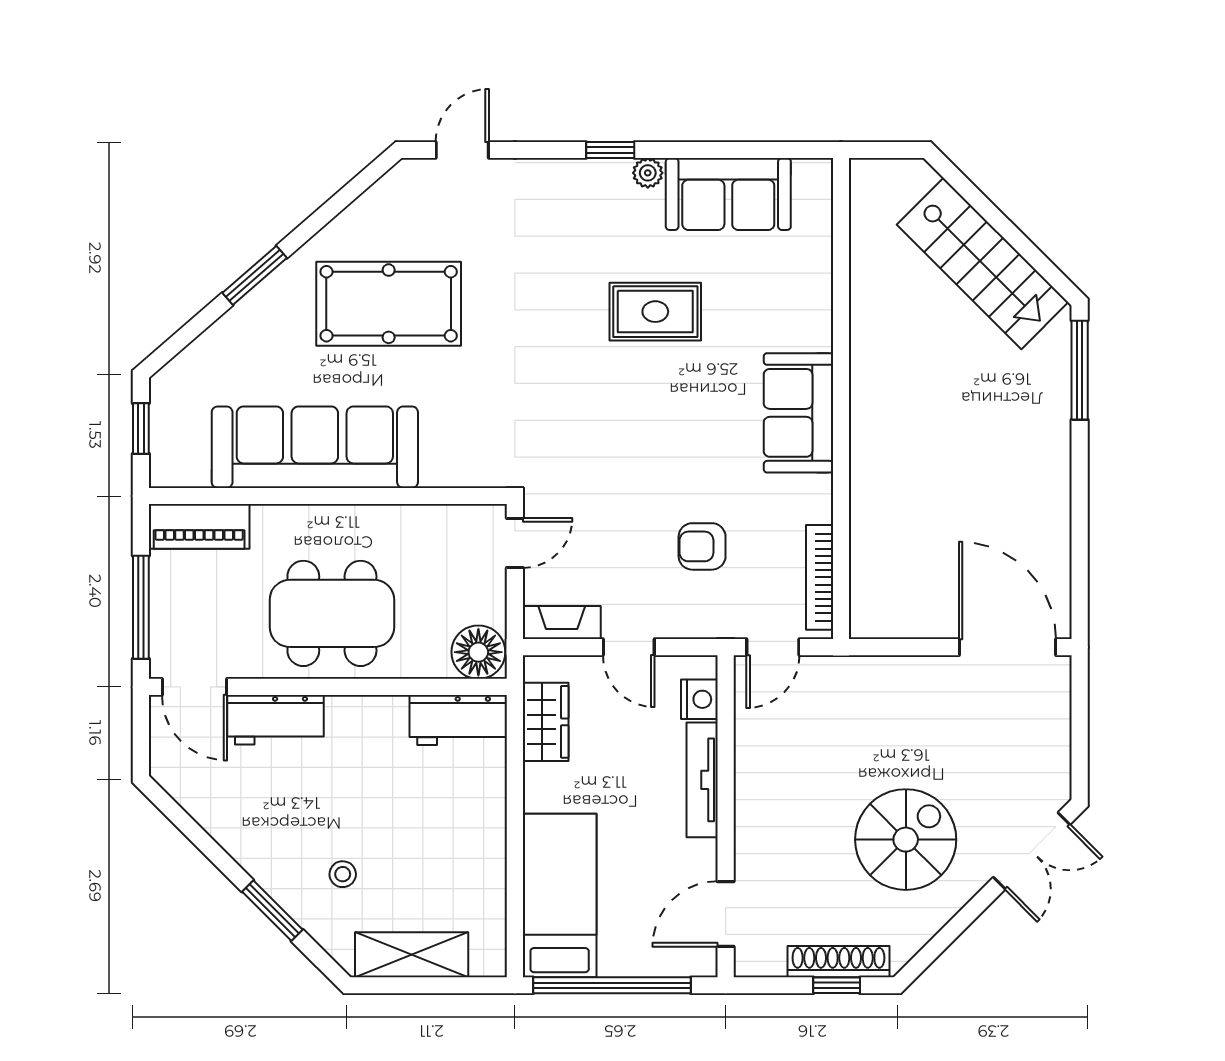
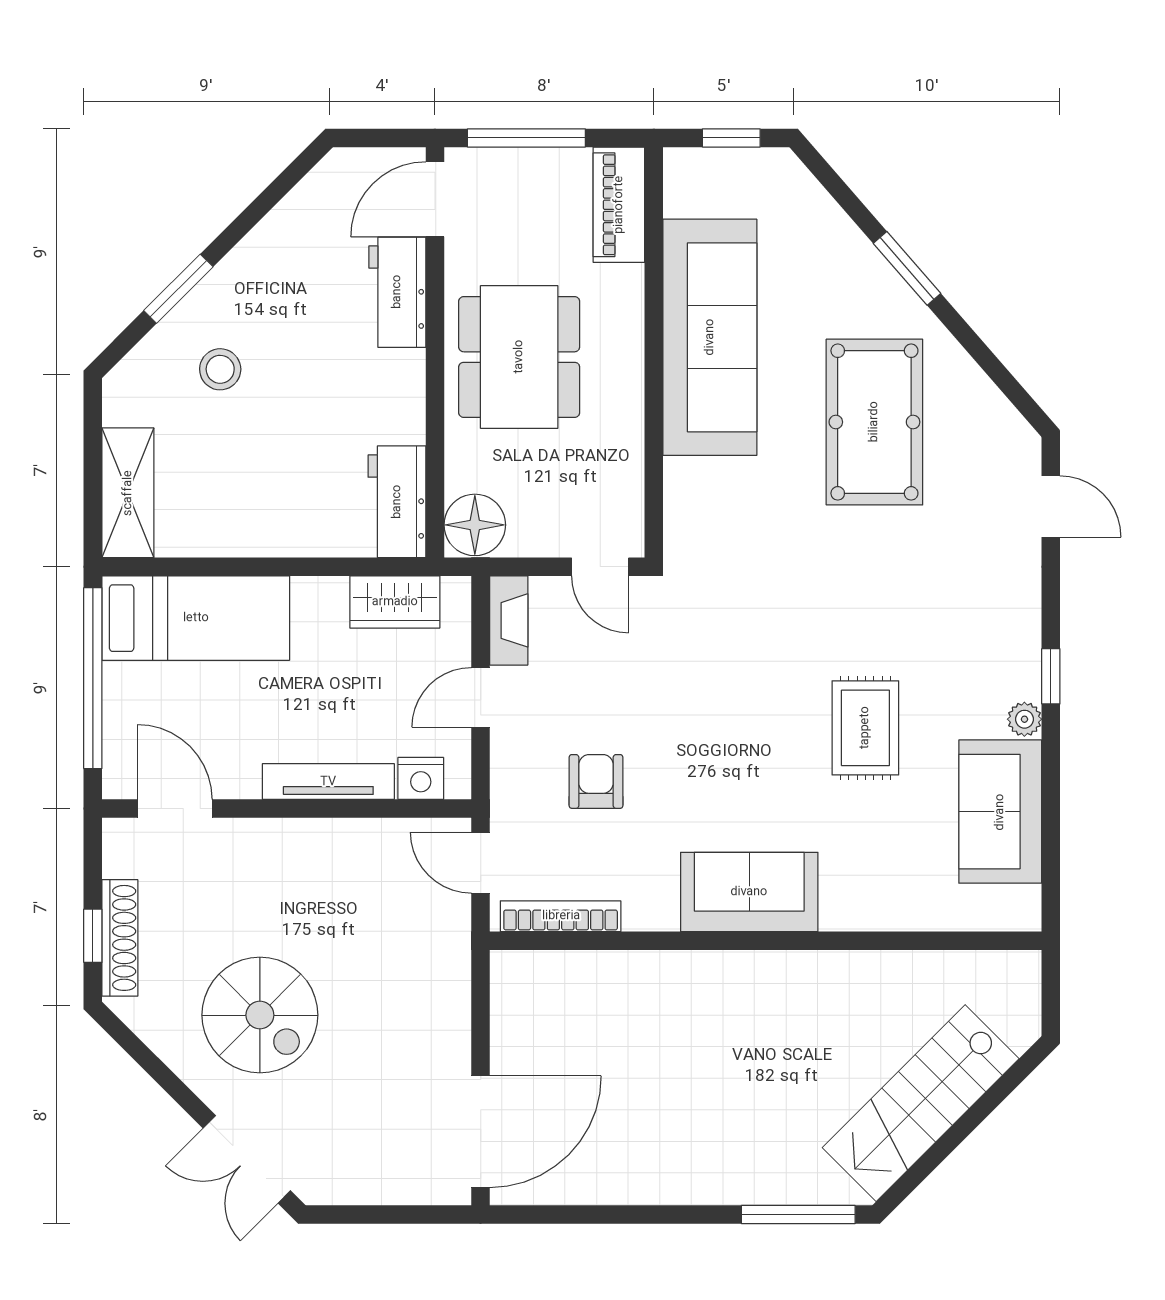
stool: (343, 874) -> (220, 369), width x1.37, depth x1.37
shelving: (412, 955) -> (128, 493), moved

